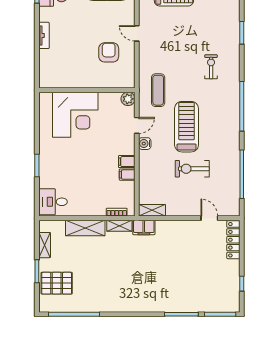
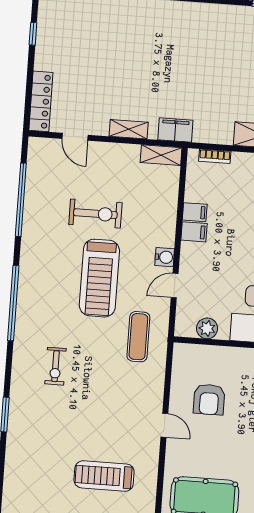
plant: (128, 99) -> (207, 328), moved
shelving: (119, 226) -> (129, 129), moved

